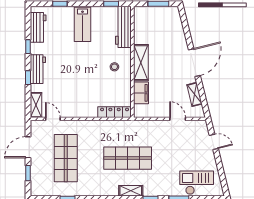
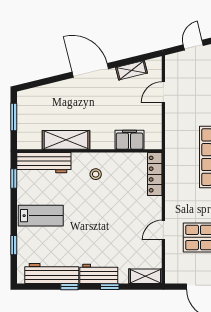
workbench: (38, 27) -> (52, 273), width x1.38
shelving: (141, 63) -> (66, 140), moved
door: (53, 119) -> (163, 230), moved

